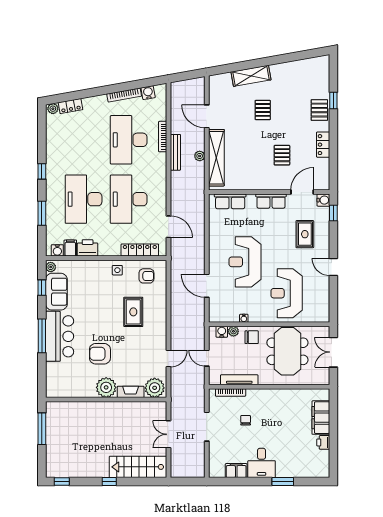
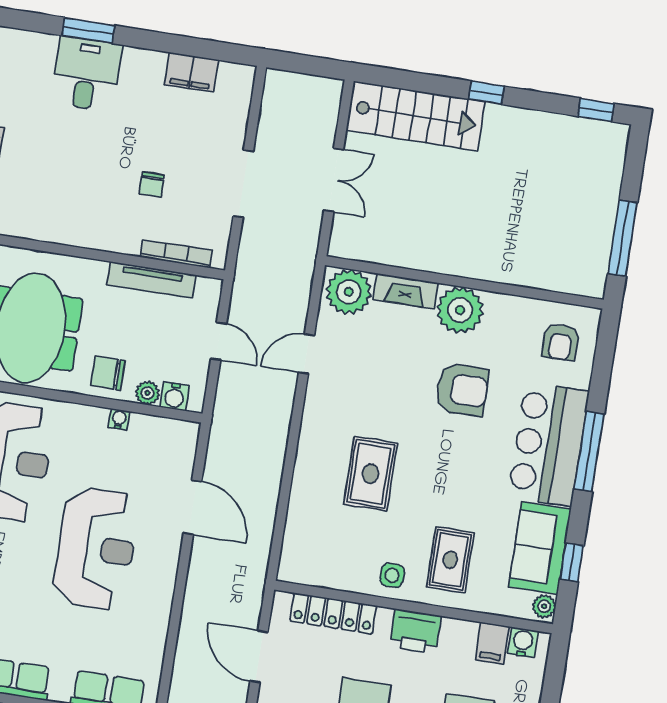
printer: (88, 248) -> (415, 631), moved
armchair: (146, 276) -> (561, 342), moved, turned -90
rug: (94, 281) -> (450, 560), added
desk: (262, 463) -> (86, 74), moved

